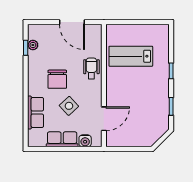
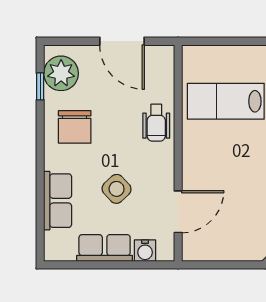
plant: (33, 45) -> (61, 73), width x1.87, depth x1.87
wheelchair: (91, 68) -> (156, 123), turned 180
chair: (57, 79) -> (75, 127), moved

